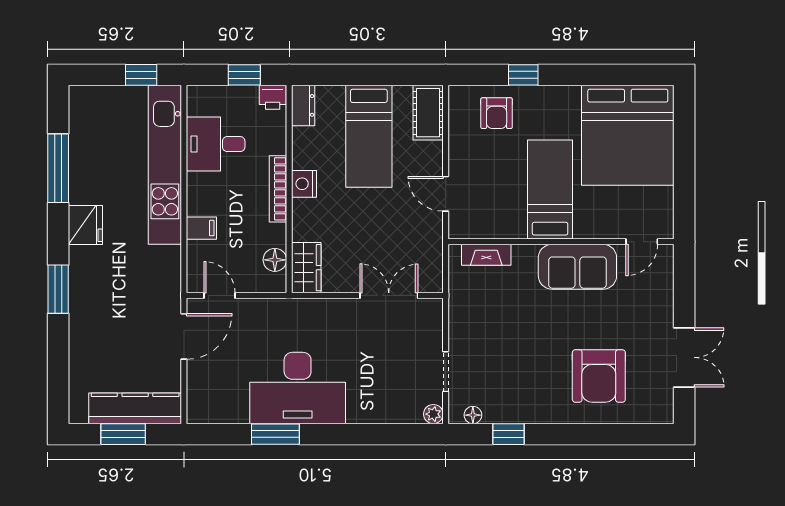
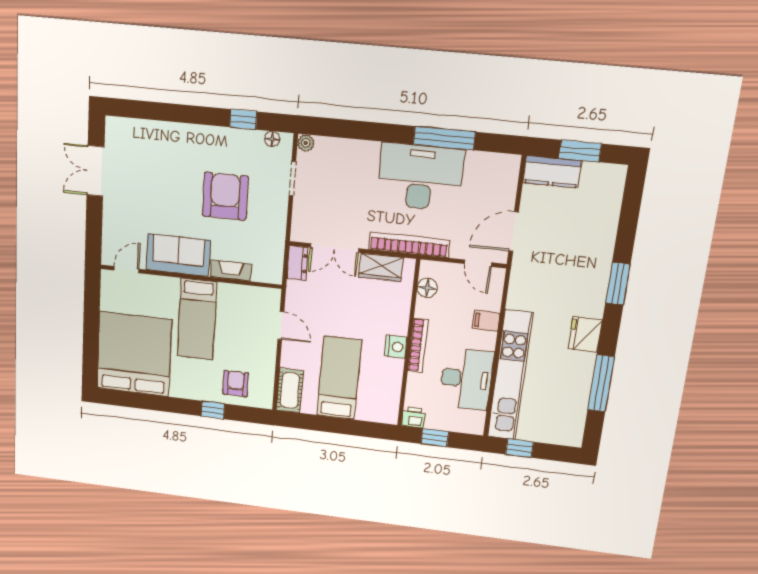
dresser: (303, 105) -> (297, 263), moved, turned 180
desk: (216, 144) -> (466, 379), width x1.37
fireplace: (486, 255) -> (231, 271), moved
wardrobe: (306, 268) -> (381, 267), moved, turned -90
bookcase: (302, 309) -> (409, 245), added
armchair: (599, 376) -> (225, 196), moved
kitchen counter: (135, 408) -> (552, 172), width x0.67
window: (275, 434) -> (444, 138), width x1.44

